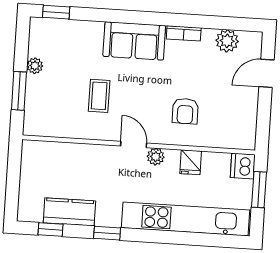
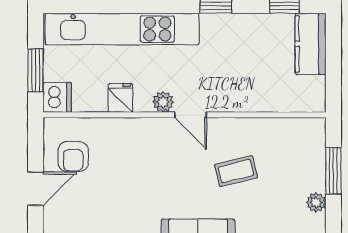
door: (267, 73) -> (36, 189), moved
coffee table: (99, 96) -> (236, 171), turned 76
armchair: (185, 111) -> (73, 157), moved, turned 180
kitchen counter: (69, 212) -> (311, 44), moved, turned 90

